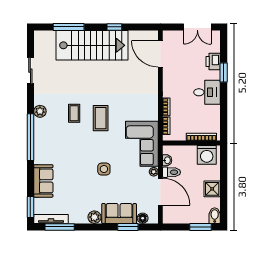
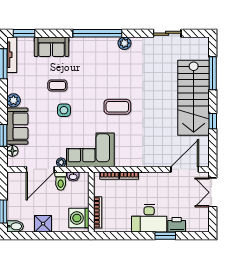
double door: (197, 27) -> (213, 192), moved
desk: (207, 92) -> (149, 218), width x1.37
coffee table: (74, 113) -> (57, 85), moved

